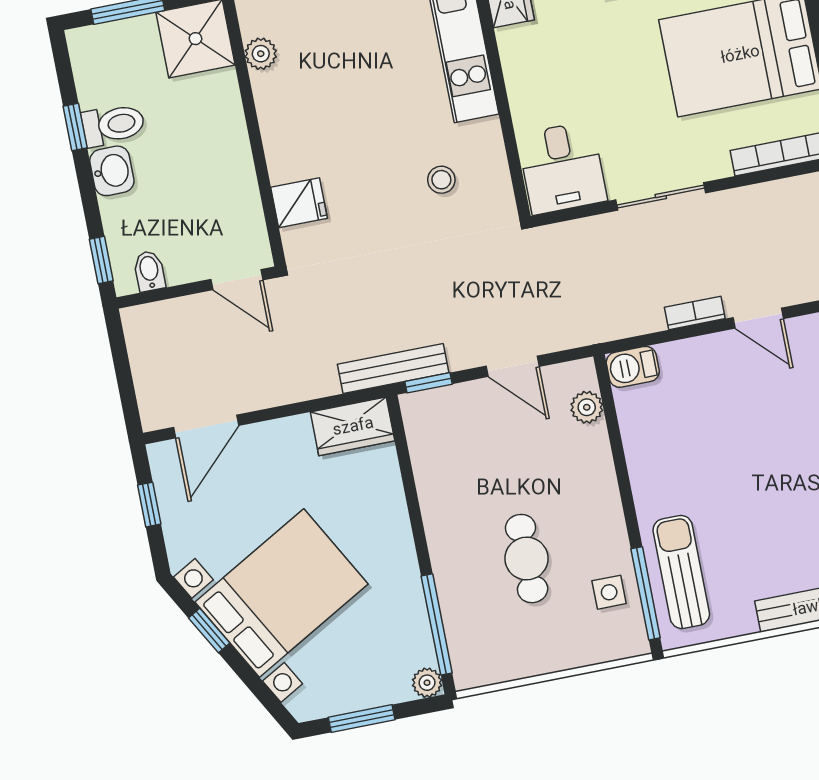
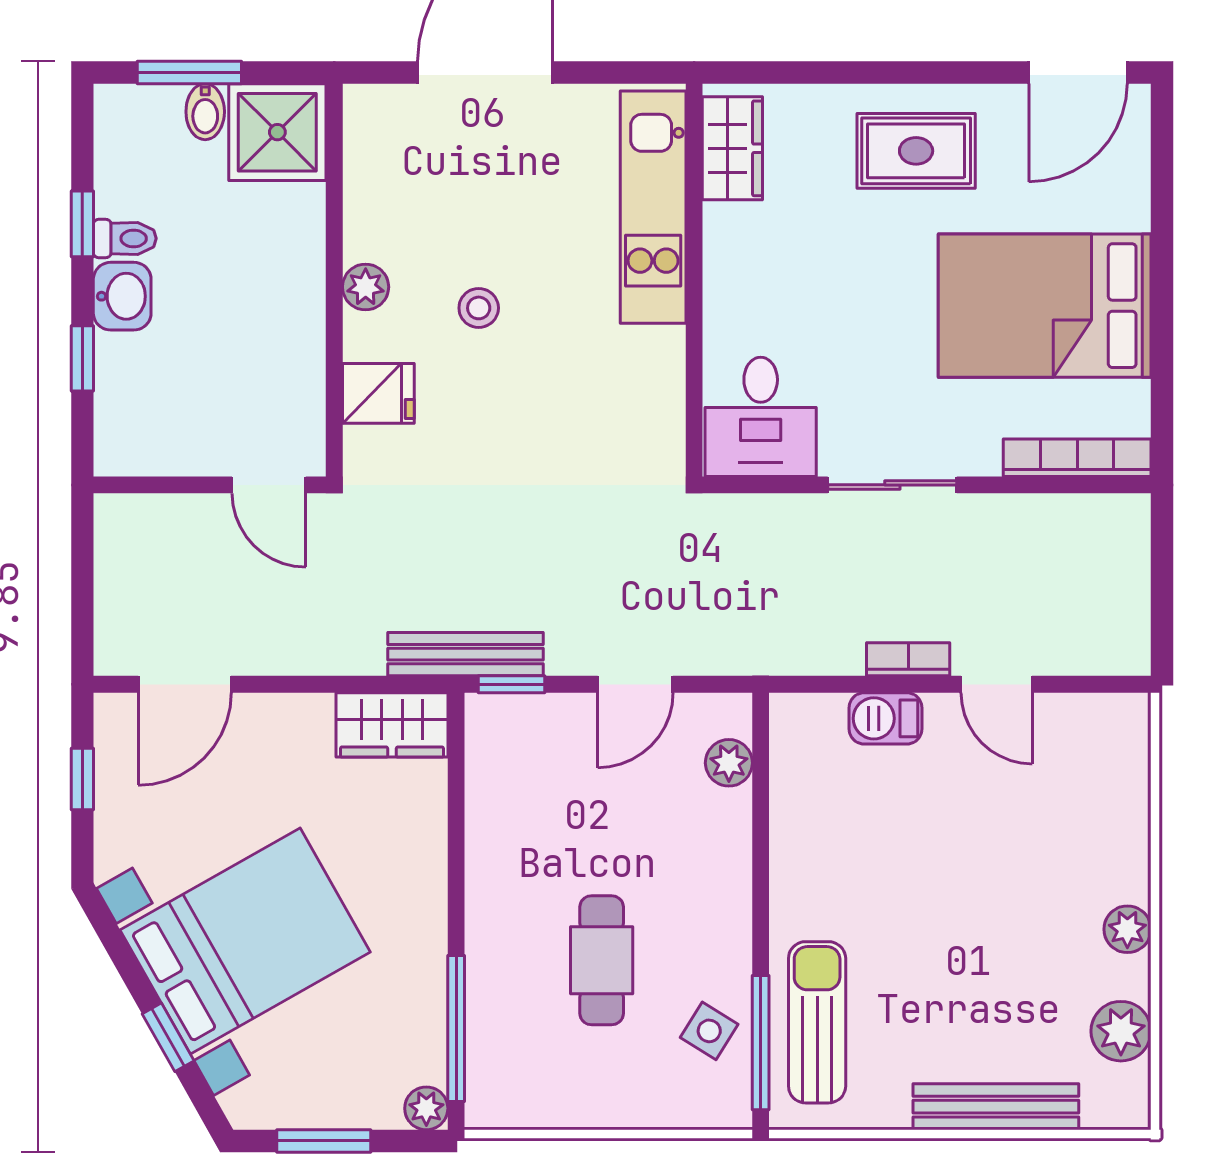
plant: (261, 54) -> (366, 287), moved
toilet: (113, 125) -> (125, 238), width x0.73, depth x0.72
stool: (441, 180) -> (479, 308), moved
window: (101, 260) -> (82, 358), moved
bidet: (149, 271) -> (205, 112), moved, turned 180
door: (513, 366) -> (635, 684), hinge flipped
barbecue: (633, 367) -> (885, 718), moved
side table: (609, 592) -> (709, 1031), turned 32
window: (209, 631) -> (168, 1037), moved

